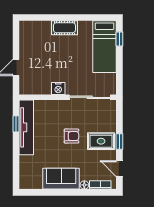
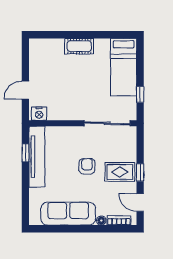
window: (119, 39) -> (140, 94), moved
nightstand: (58, 89) -> (39, 114), moved
armchair: (71, 136) -> (87, 166), turned -90
sofa: (61, 179) -> (68, 214), width x1.36

